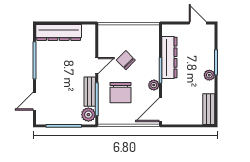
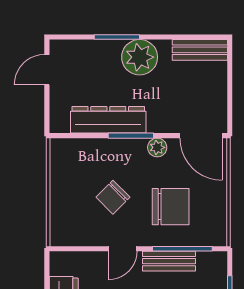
door: (97, 66) -> (123, 249), swing flipped
plant: (209, 75) -> (140, 57), width x1.88, depth x1.88
plant: (88, 115) -> (210, 264), removed

